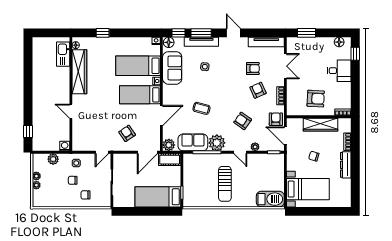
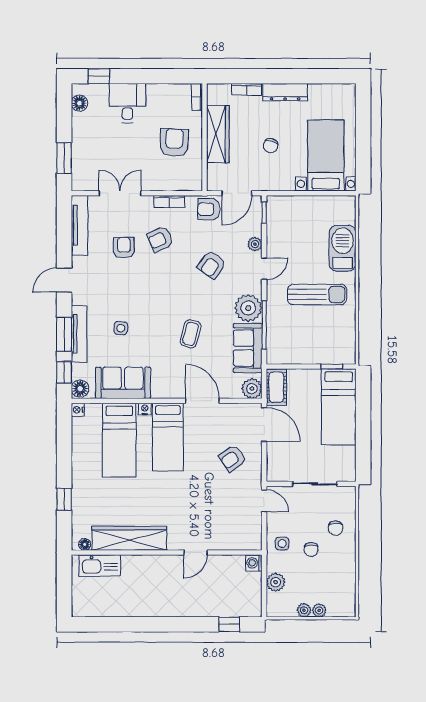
barbecue: (270, 199) -> (343, 248), moved

